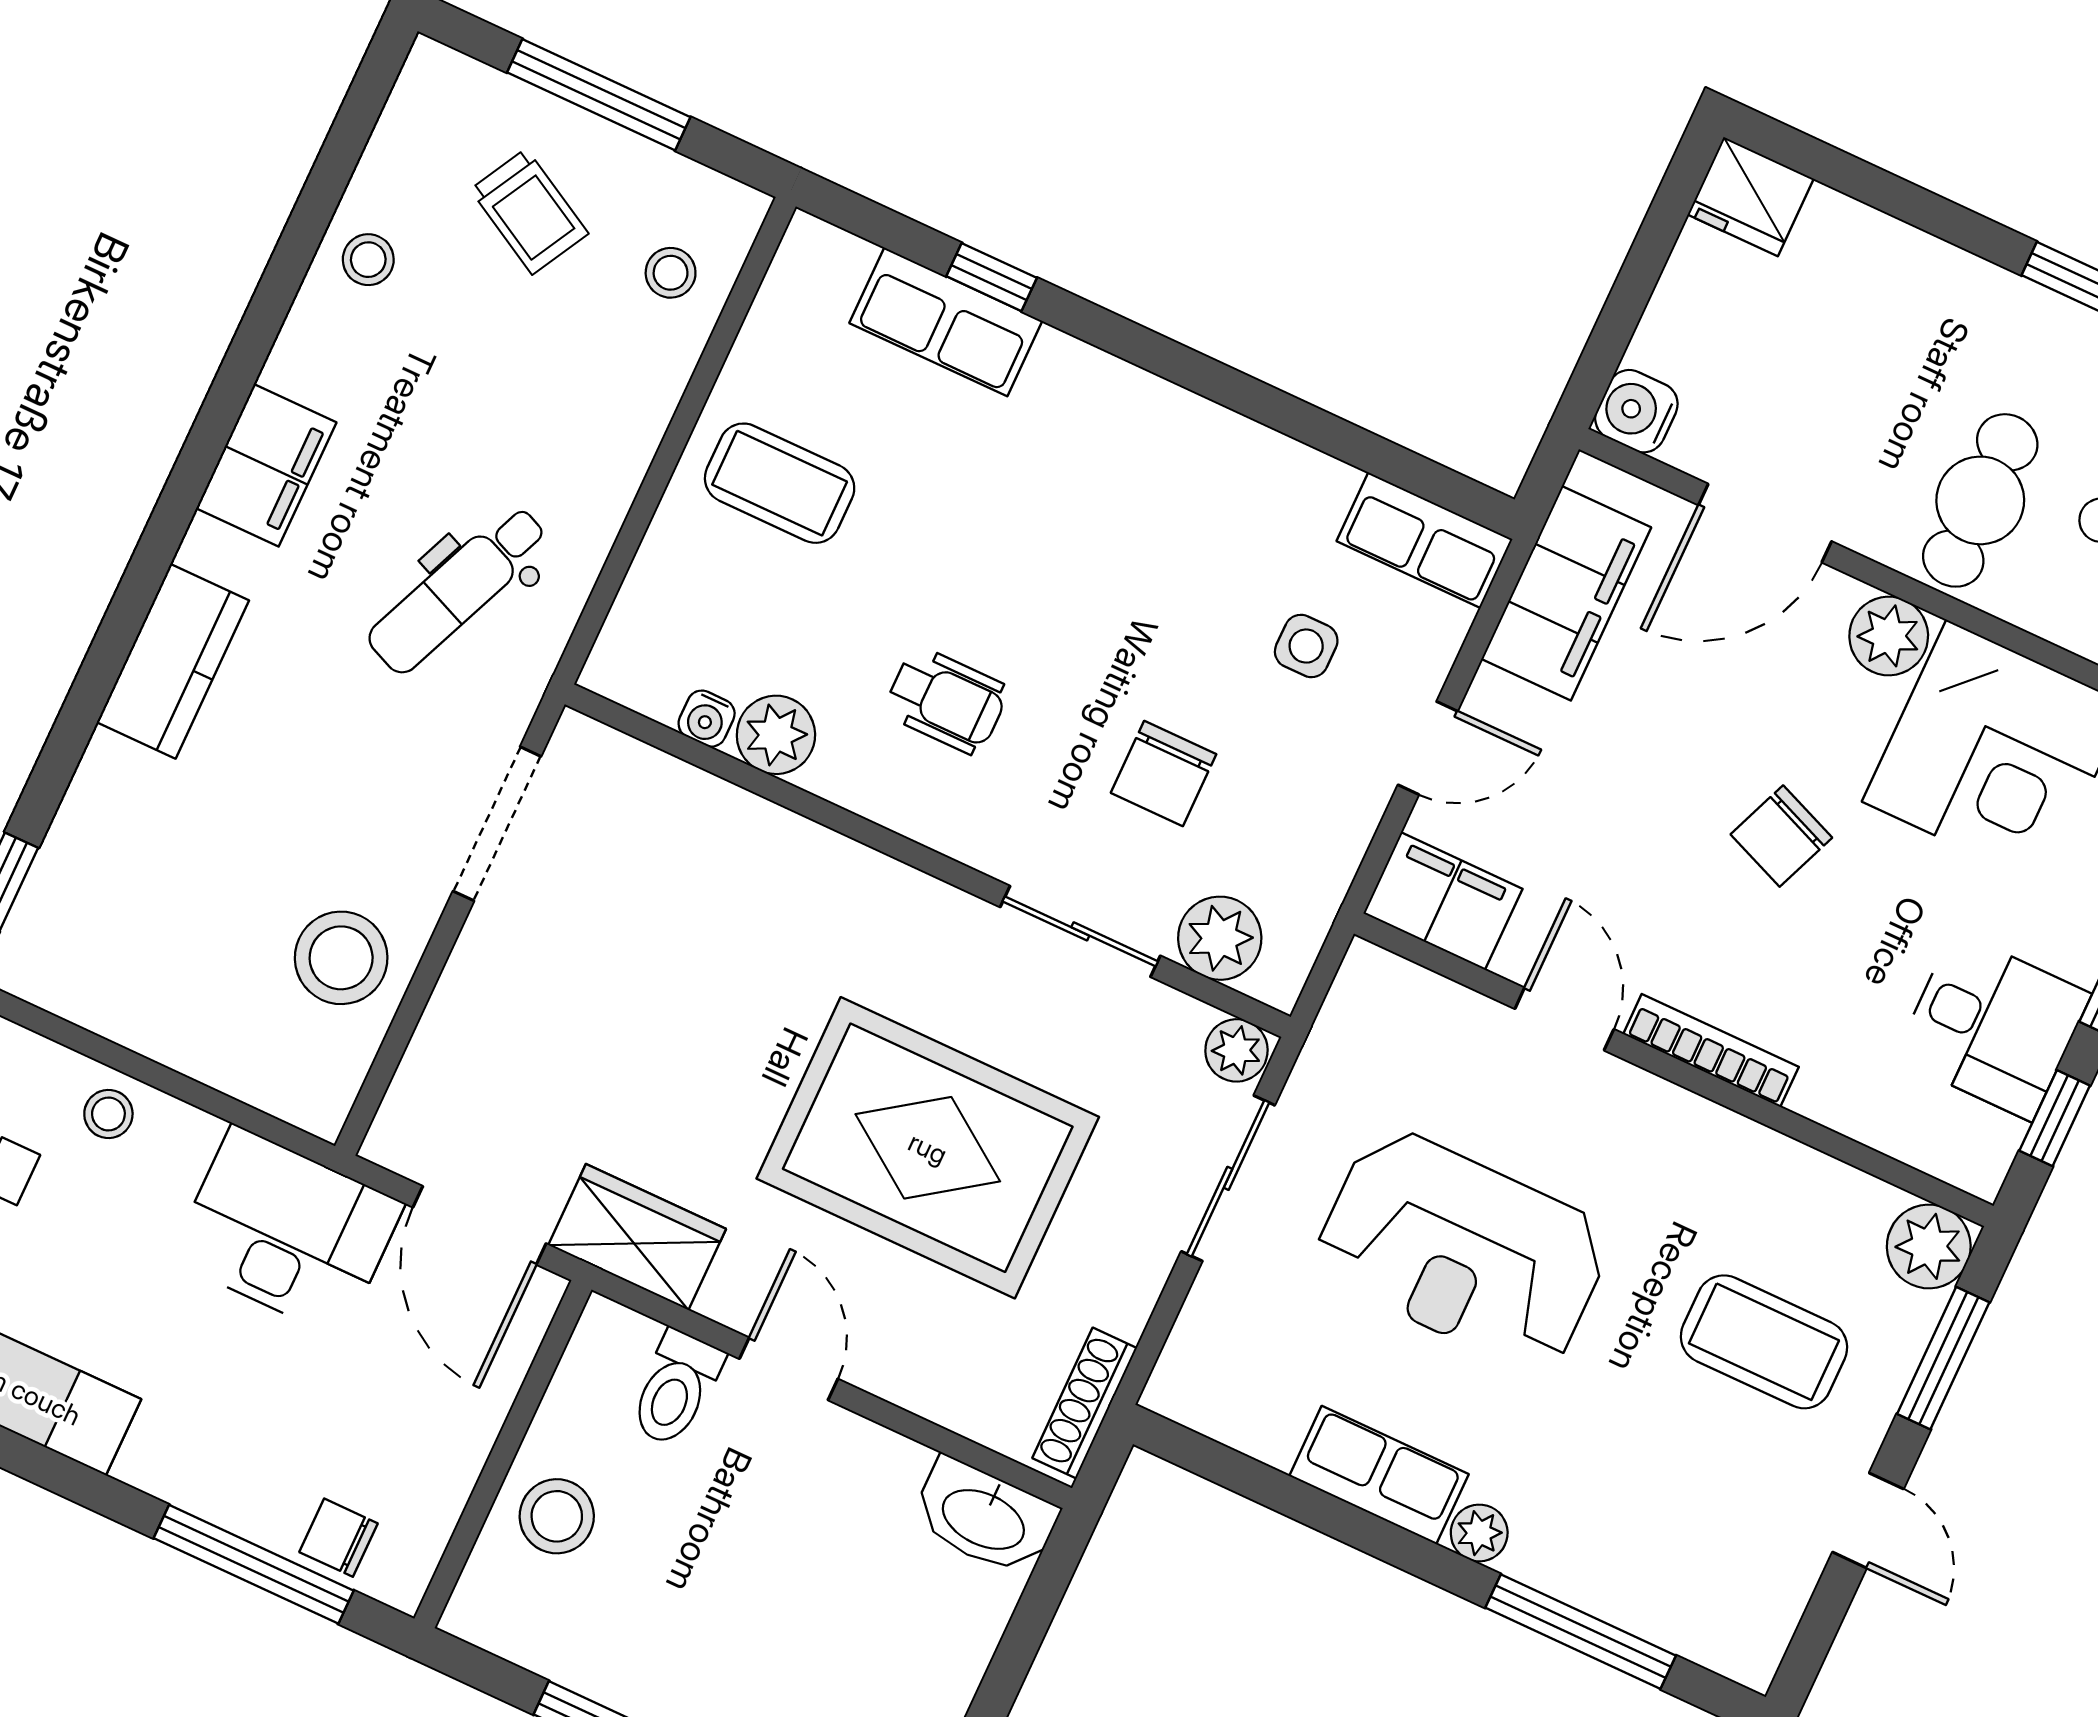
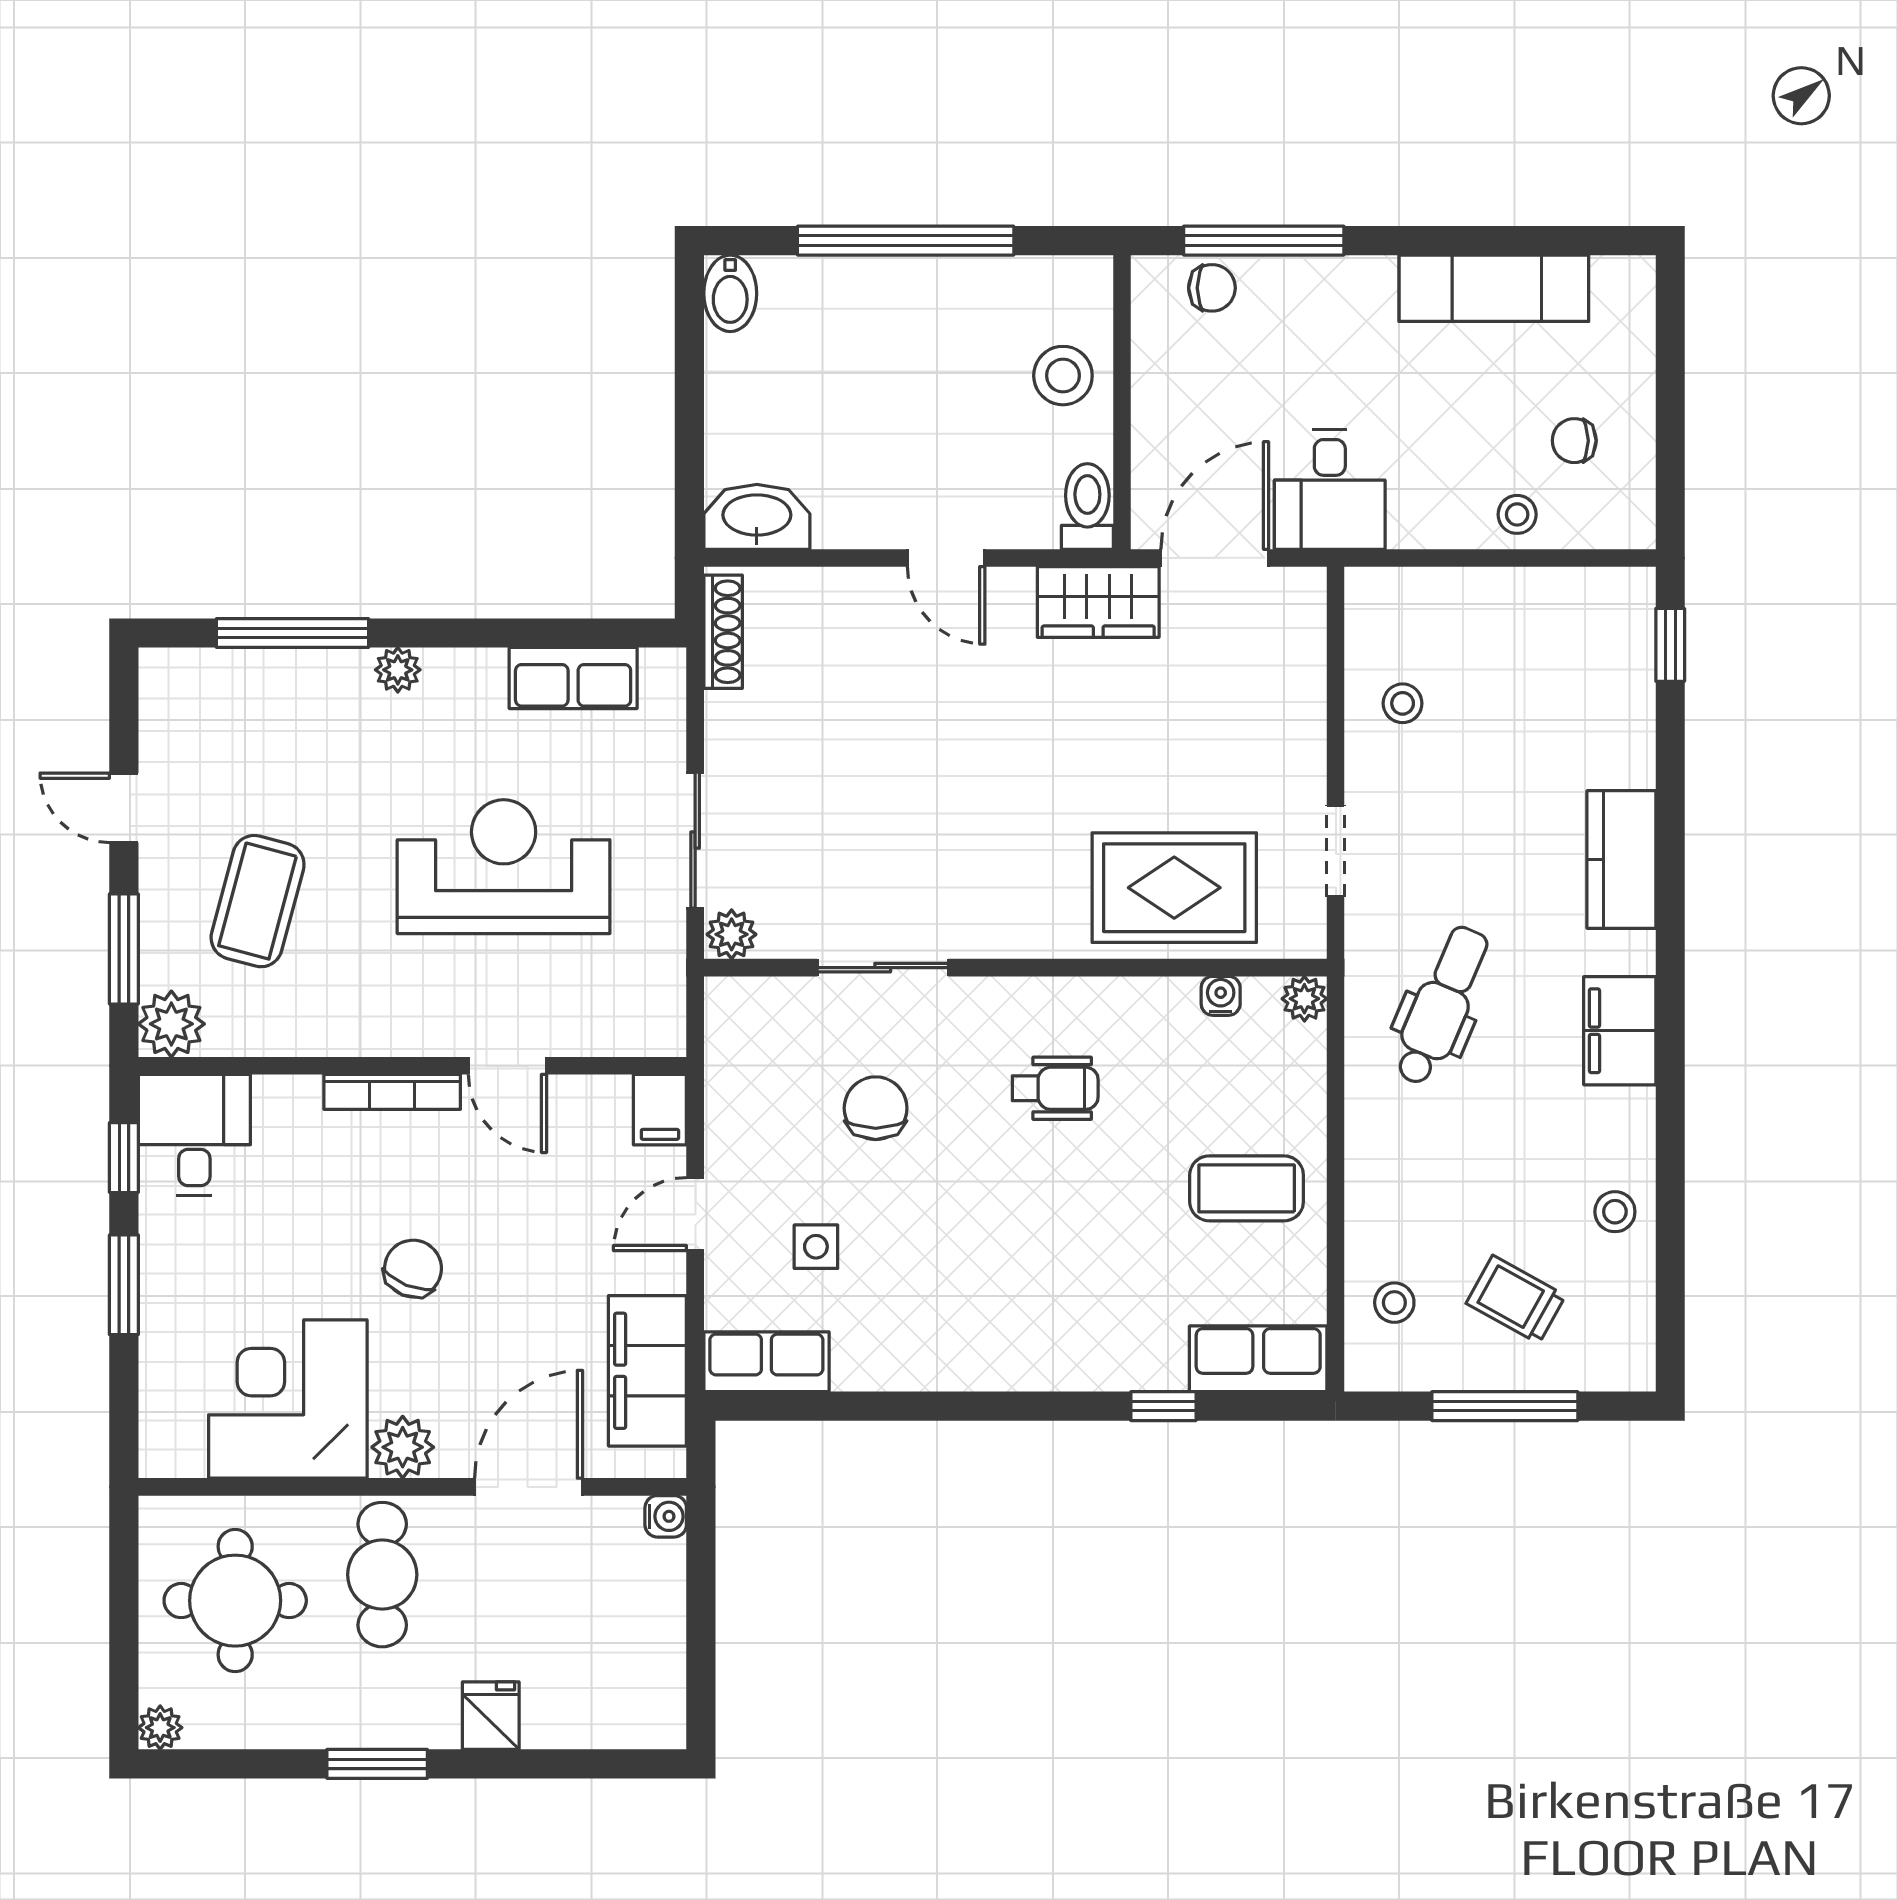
fridge: (1751, 197) -> (491, 1716), moved, width x0.72
row of seats: (946, 322) -> (1258, 1359), moved
water cooler: (1636, 411) -> (666, 1516), width x0.72, depth x0.72
wheelchair: (946, 700) -> (1055, 1088), turned 180
plant: (776, 735) -> (1304, 999), moved, width x0.73, depth x0.73
doorway: (497, 824) -> (1336, 851), width x0.73
filing cabinet: (1443, 901) -> (660, 1110), width x0.50
plant: (1220, 938) -> (781, 1009), removed
stool: (341, 958) -> (1403, 703), width x0.53, depth x0.53
desk: (1993, 1026) -> (194, 1135), moved, turned 90
rug: (928, 1148) -> (1174, 888), moved, width x0.73, depth x0.69
door: (480, 1225) -> (1215, 558), hinge flipped
desk: (287, 1232) -> (1330, 490), width x0.73
coffee table: (1764, 1342) -> (258, 901), turned -75
toilet: (676, 1388) -> (1087, 506), moved
row of seats: (1379, 1475) -> (573, 678), moved

